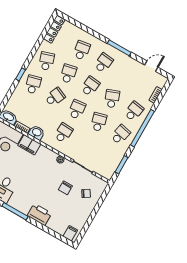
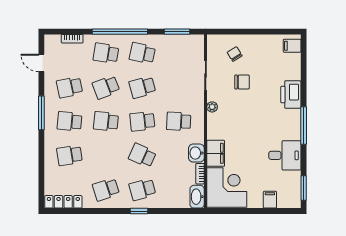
school desk: (68, 74) -> (70, 87), moved

